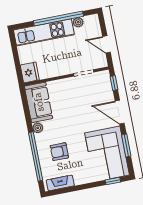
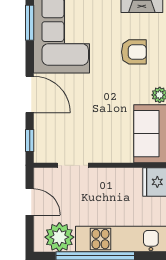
plant: (78, 22) -> (59, 237), width x1.87, depth x1.87
window: (126, 145) -> (30, 23), moved

